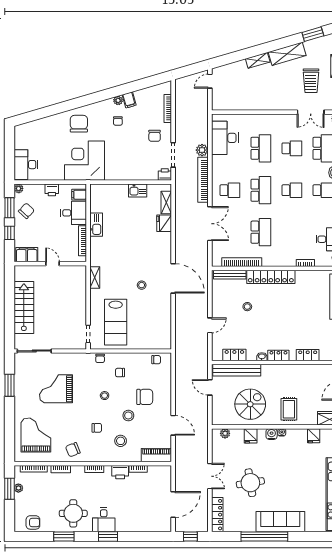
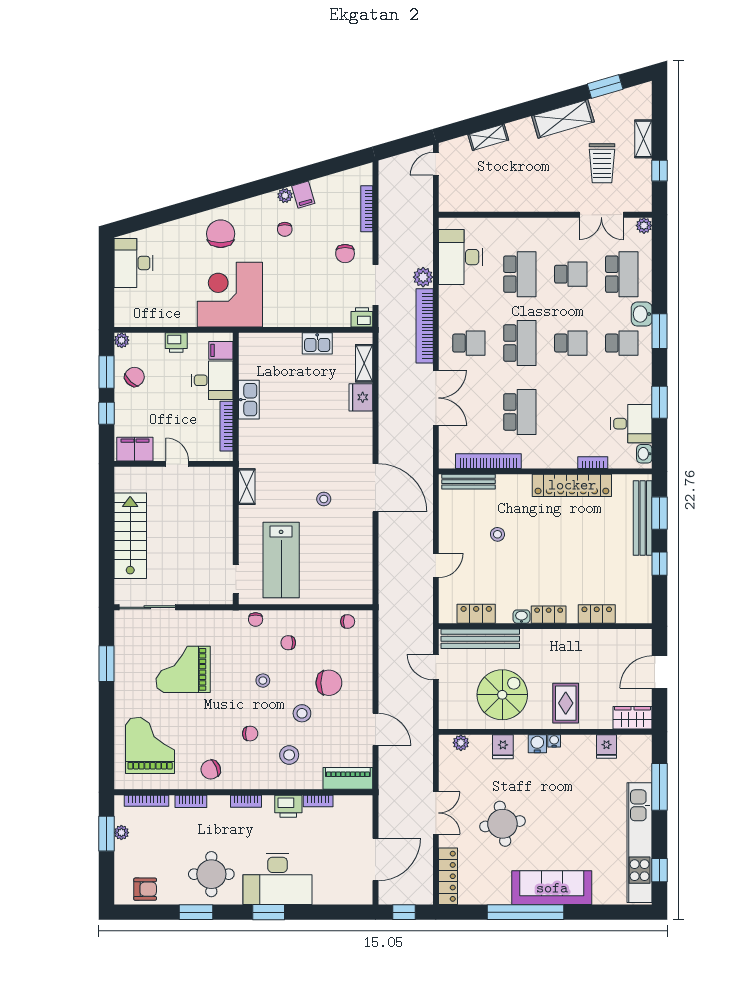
shelving: (258, 60) -> (488, 137), moved
desk: (26, 165) -> (133, 263), moved
locker: (271, 277) -> (572, 485), moved
desk: (104, 520) -> (278, 879), width x1.87, depth x1.30

